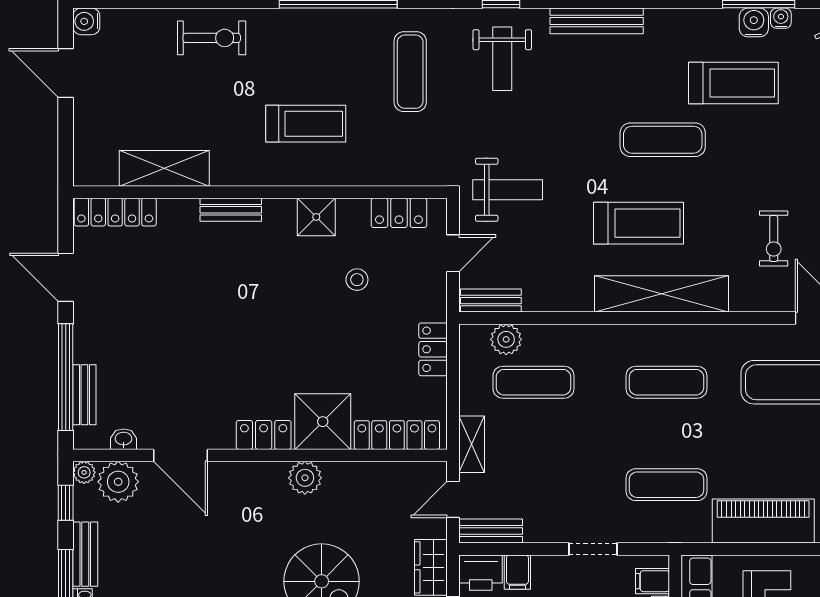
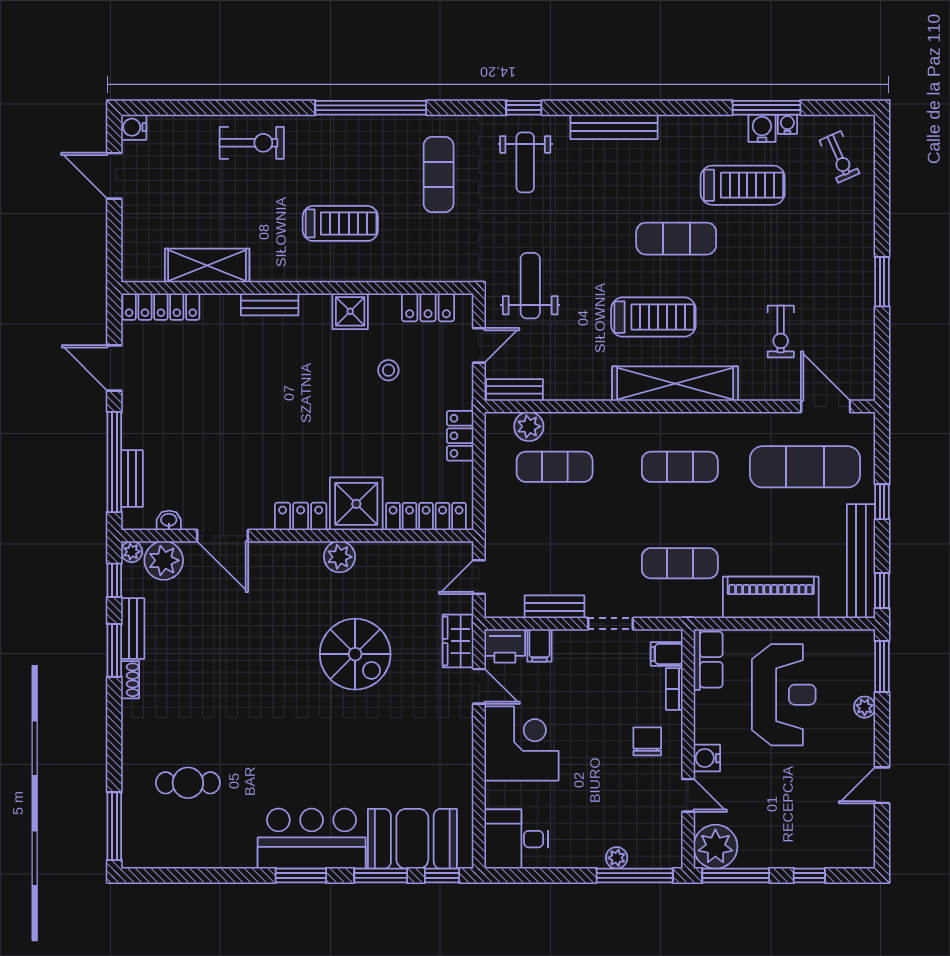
weight bench: (508, 190) -> (530, 286), turned -90
shelving: (472, 444) -> (496, 525), removed
bench: (491, 531) -> (554, 607), moved

